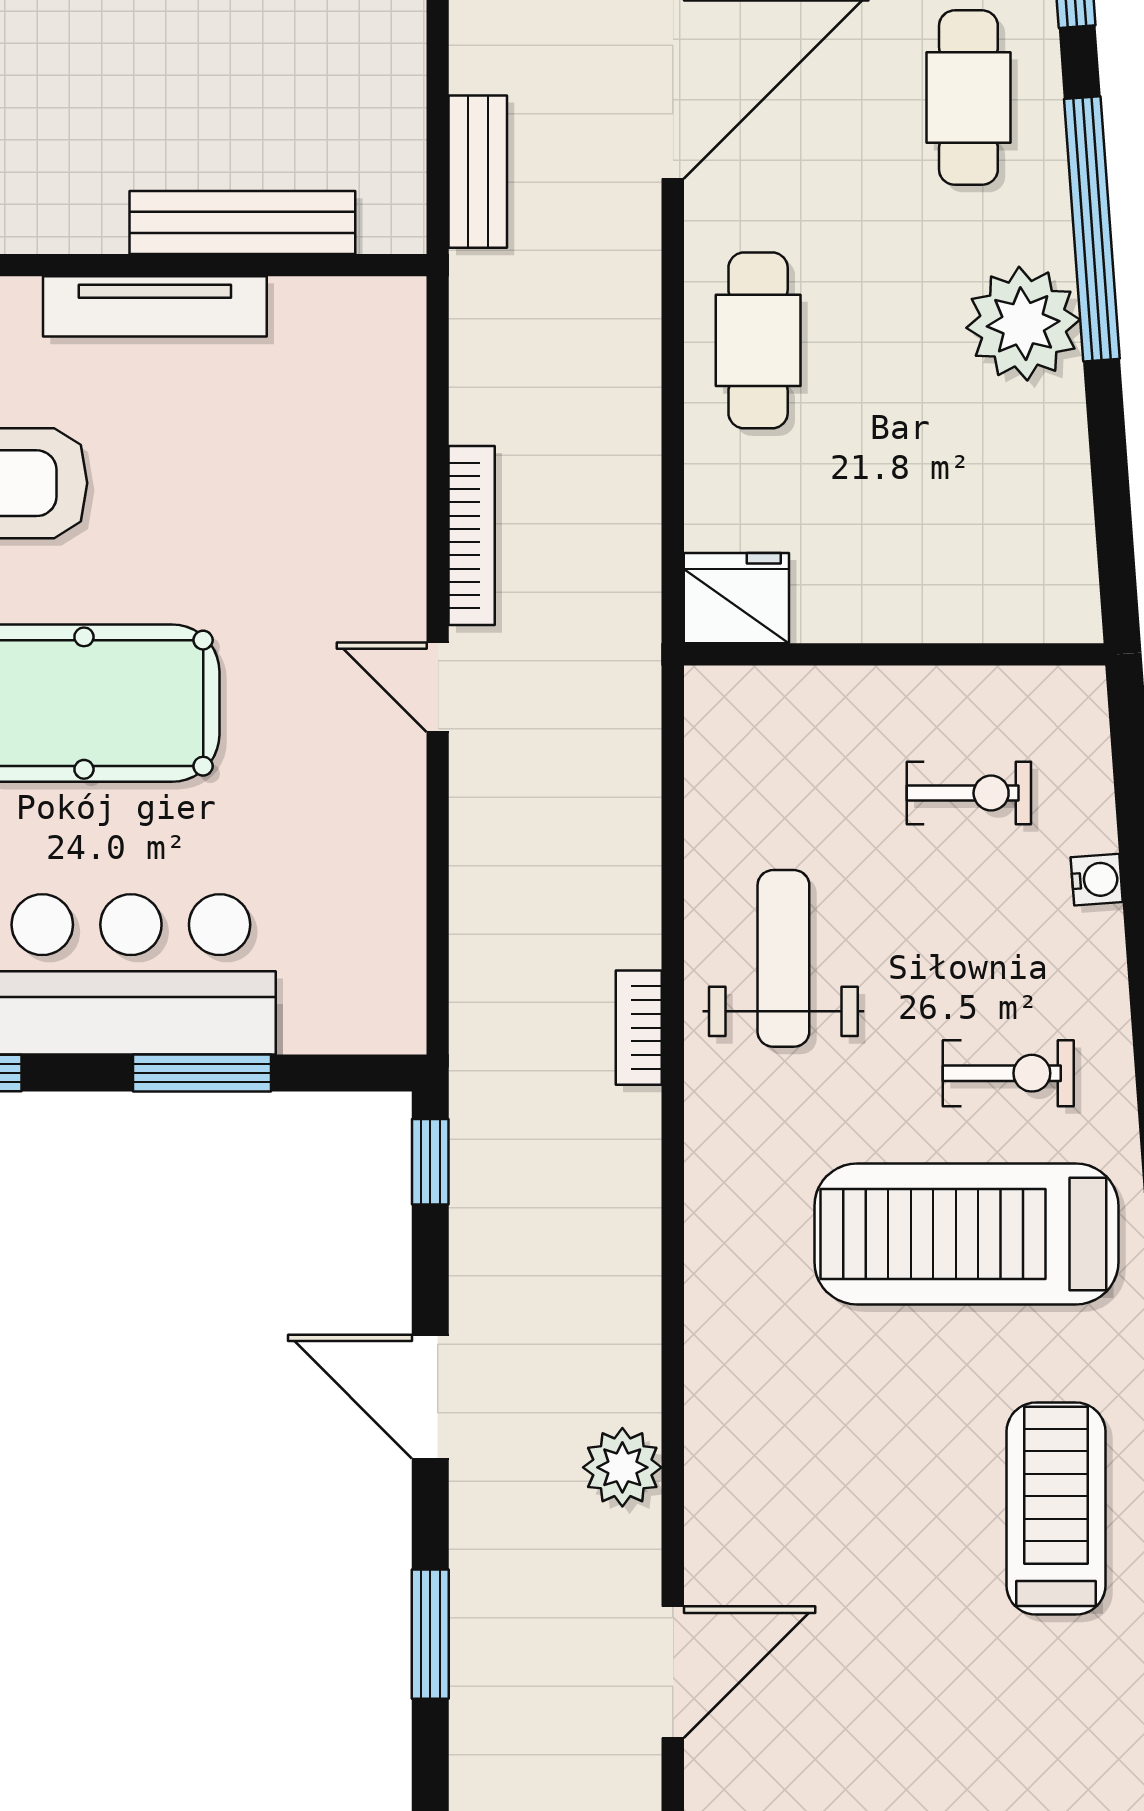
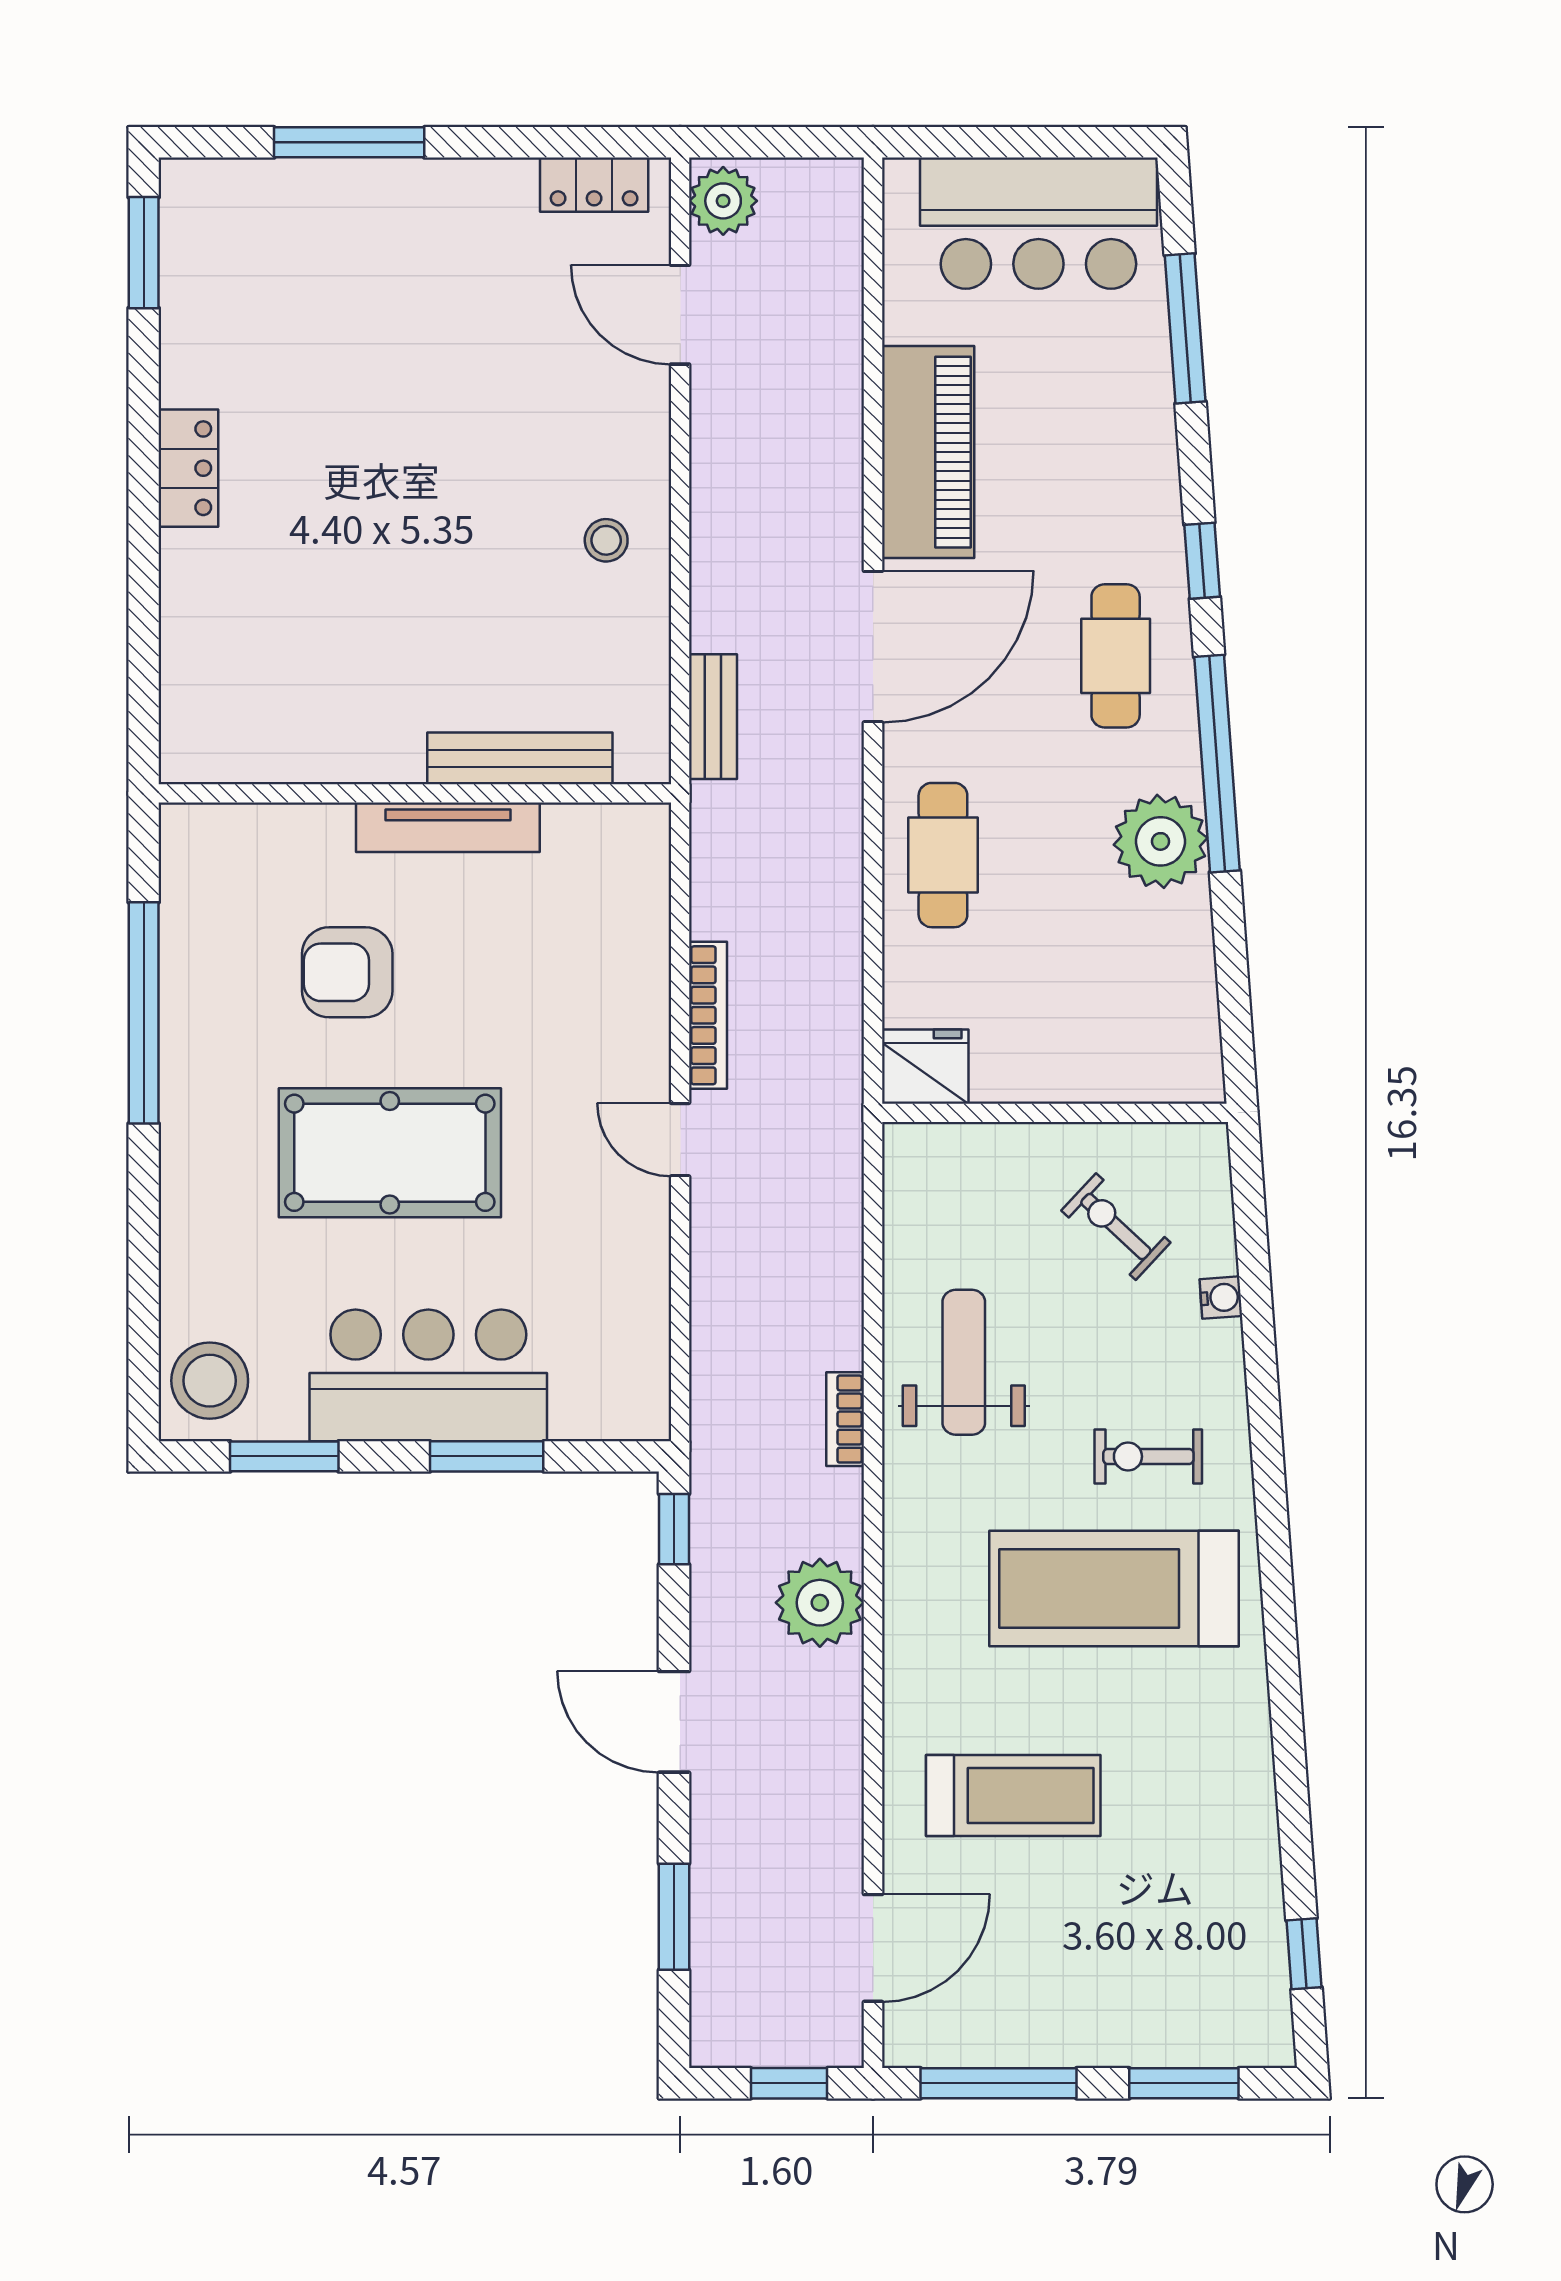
exercise bike: (969, 793) -> (1116, 1227), turned -137
exercise bike: (1008, 1073) -> (1148, 1456), turned 180
plant: (622, 1467) -> (820, 1603), moved, width x1.36, depth x1.36
treadmill: (1056, 1509) -> (1013, 1795), moved, turned 90

